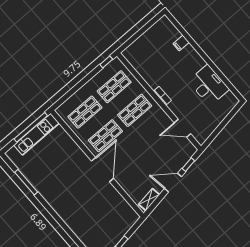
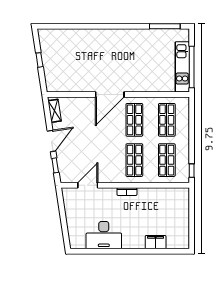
filing cabinet: (181, 43) -> (156, 242), width x2.00
door: (103, 170) -> (110, 95), hinge flipped
window: (26, 182) -> (165, 26), moved

